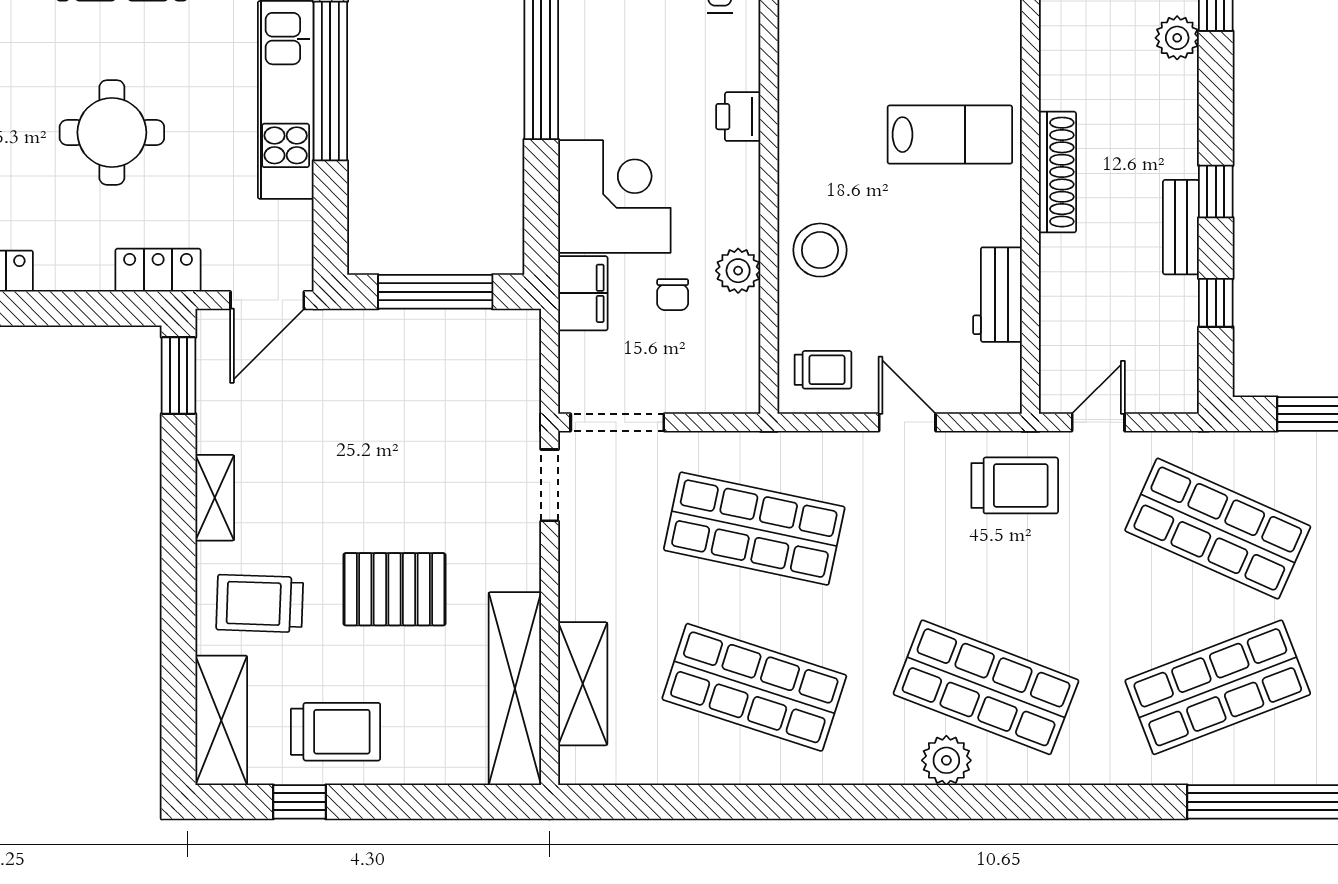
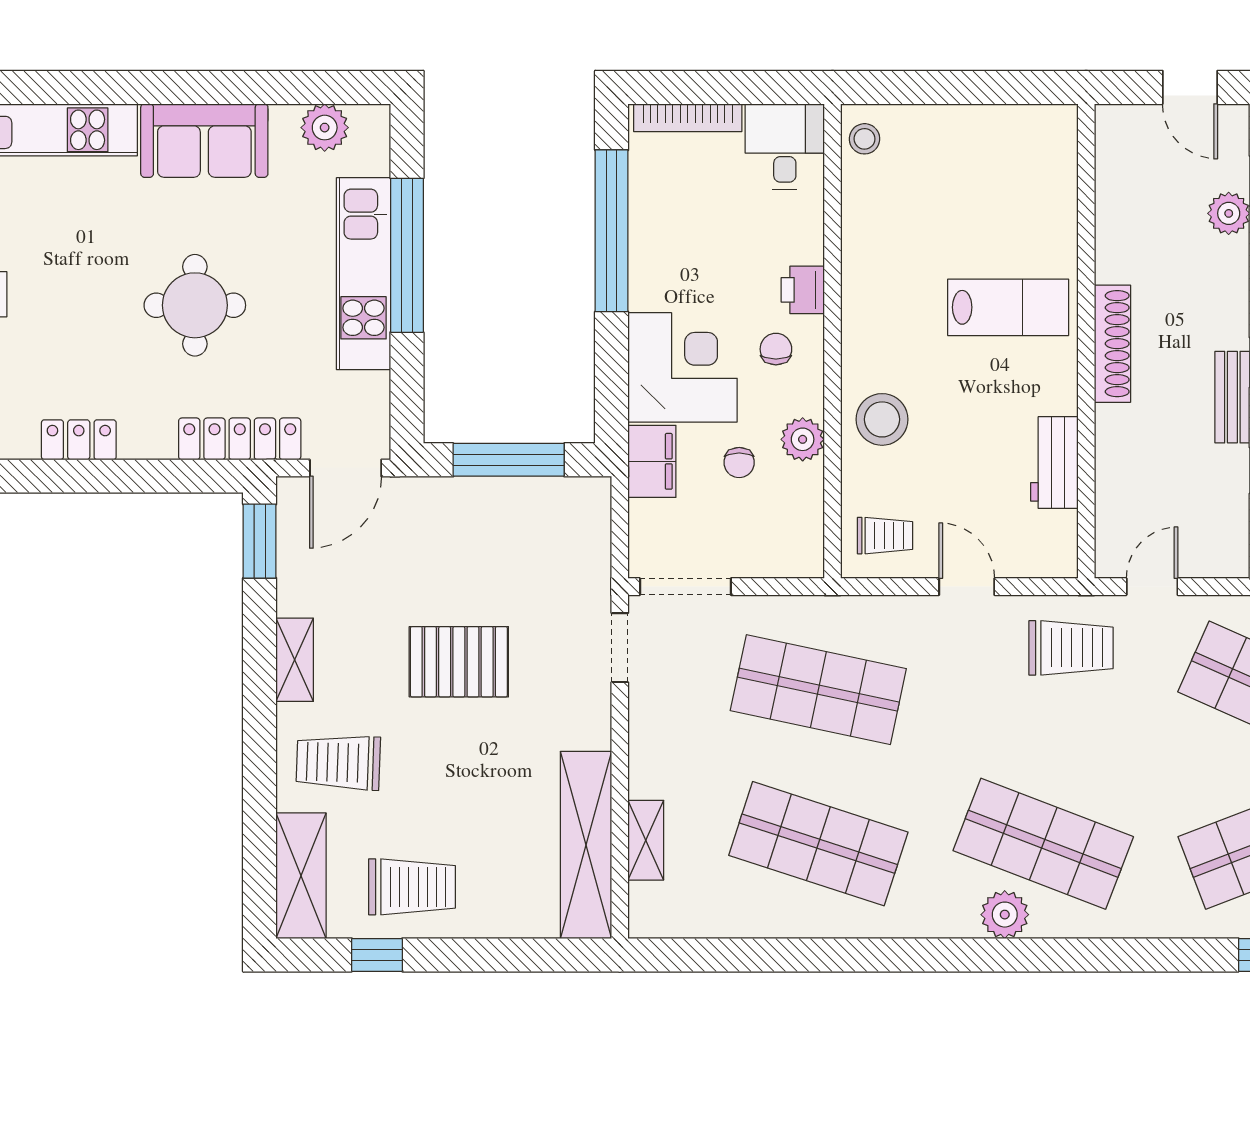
chair: (711, 178) -> (776, 349), added
locker: (158, 270) -> (240, 439), width x1.53
pallet: (394, 589) -> (459, 662), moved
shelving: (583, 684) -> (646, 840), width x0.67, depth x0.75

